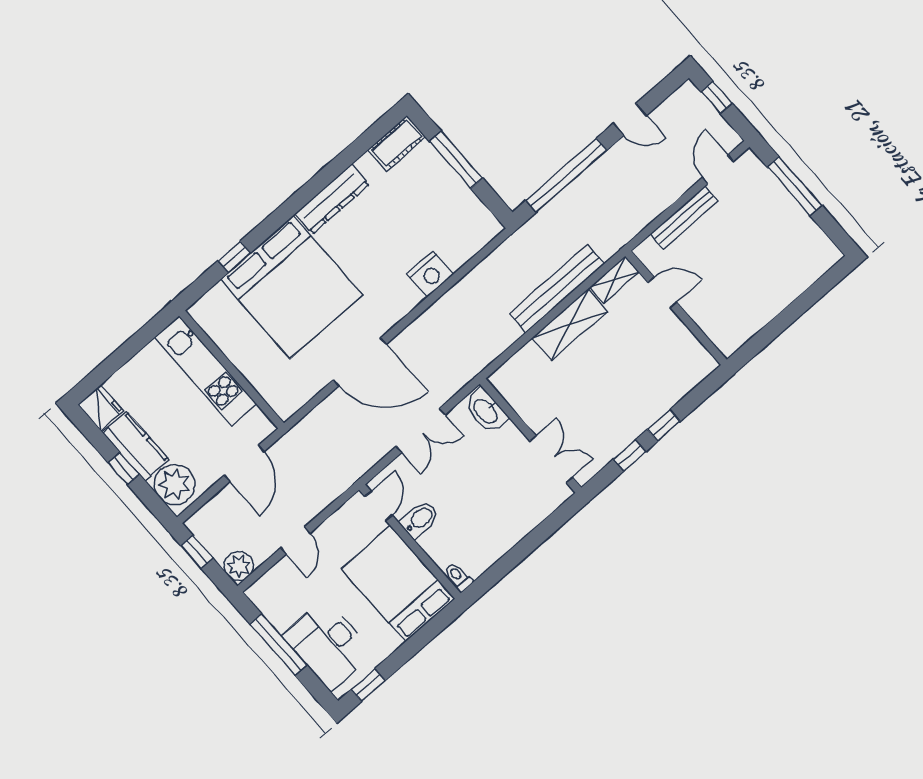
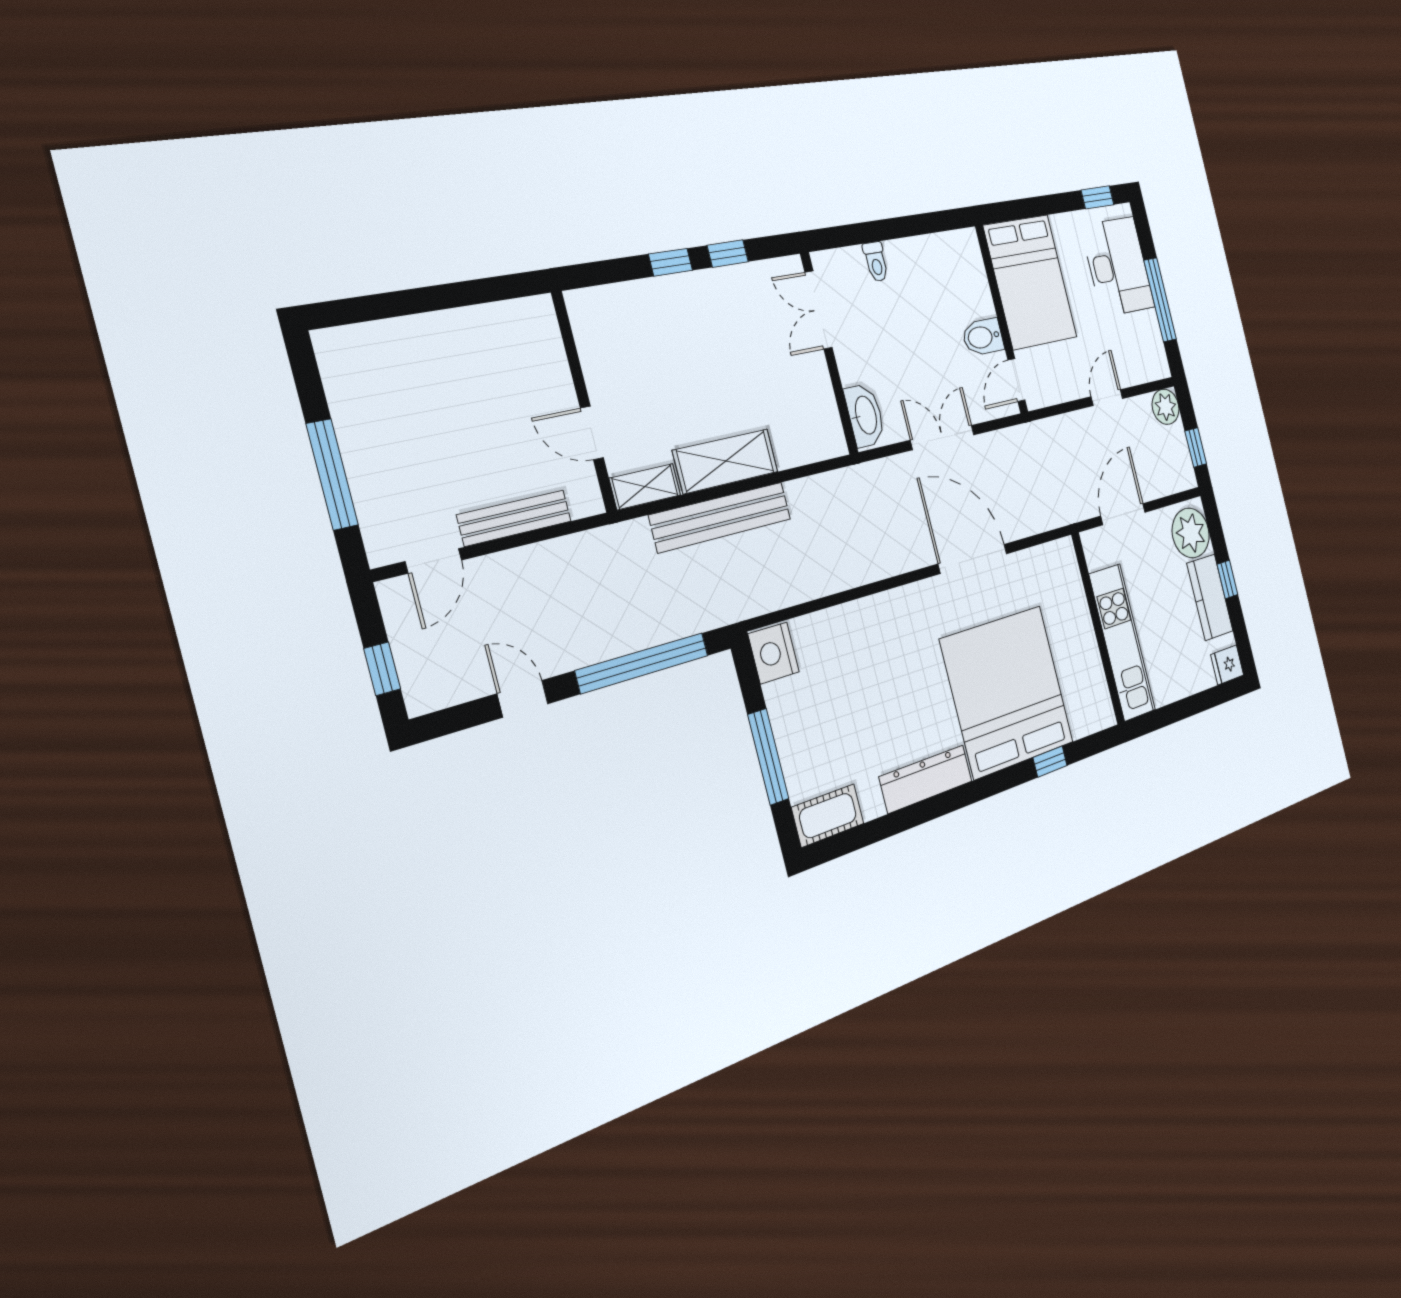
nightstand: (430, 274) -> (774, 653), moved, turned -90
fridge: (101, 408) -> (1227, 665), width x0.72
toilet: (458, 577) -> (876, 262), moved

